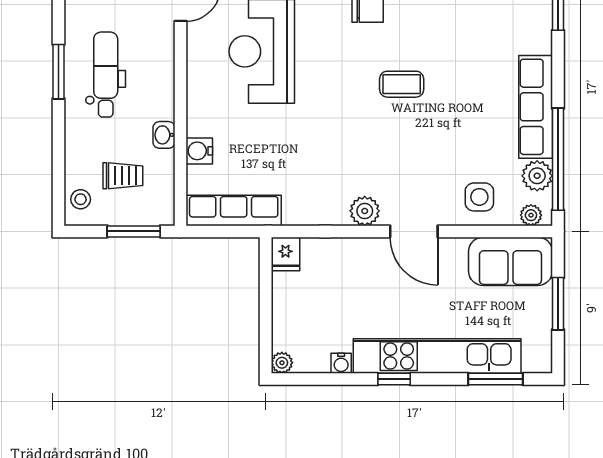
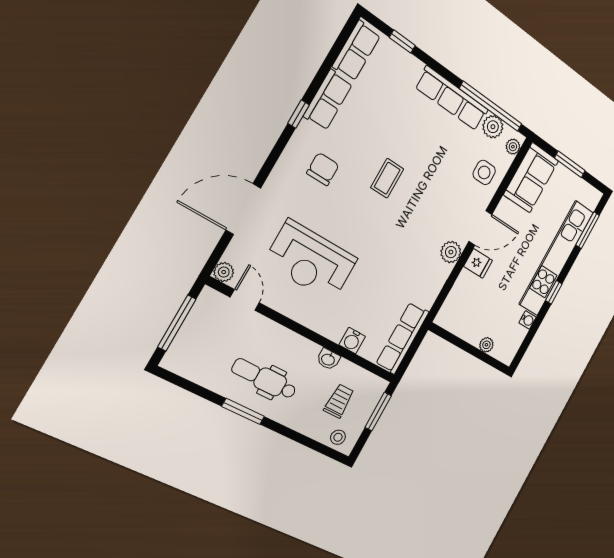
fridge: (285, 254) -> (478, 263), moved
plant: (282, 363) -> (486, 345), moved

